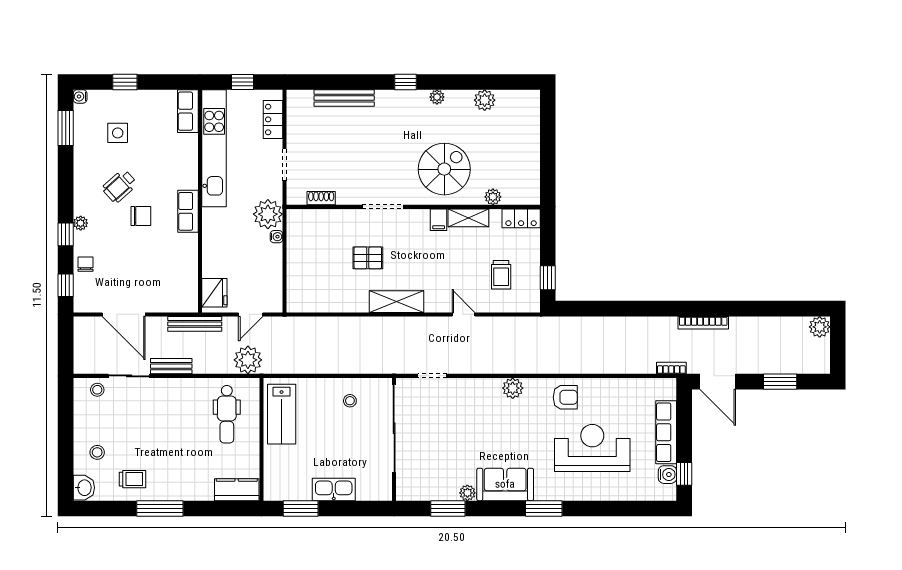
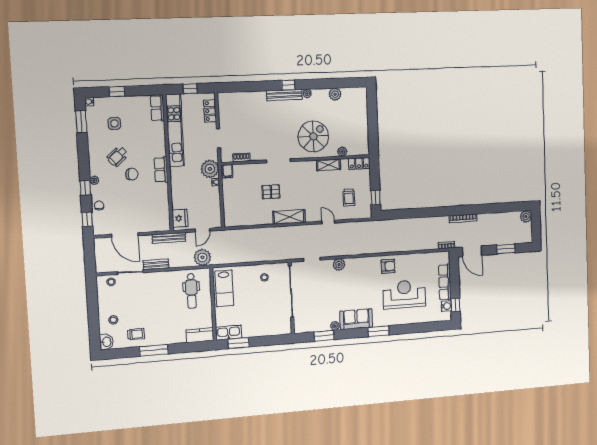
bench: (344, 98) -> (284, 95), moved
filing cabinet: (439, 220) -> (228, 171), moved
plant: (513, 388) -> (339, 265), moved
kitchen sink: (334, 489) -> (229, 333), moved

